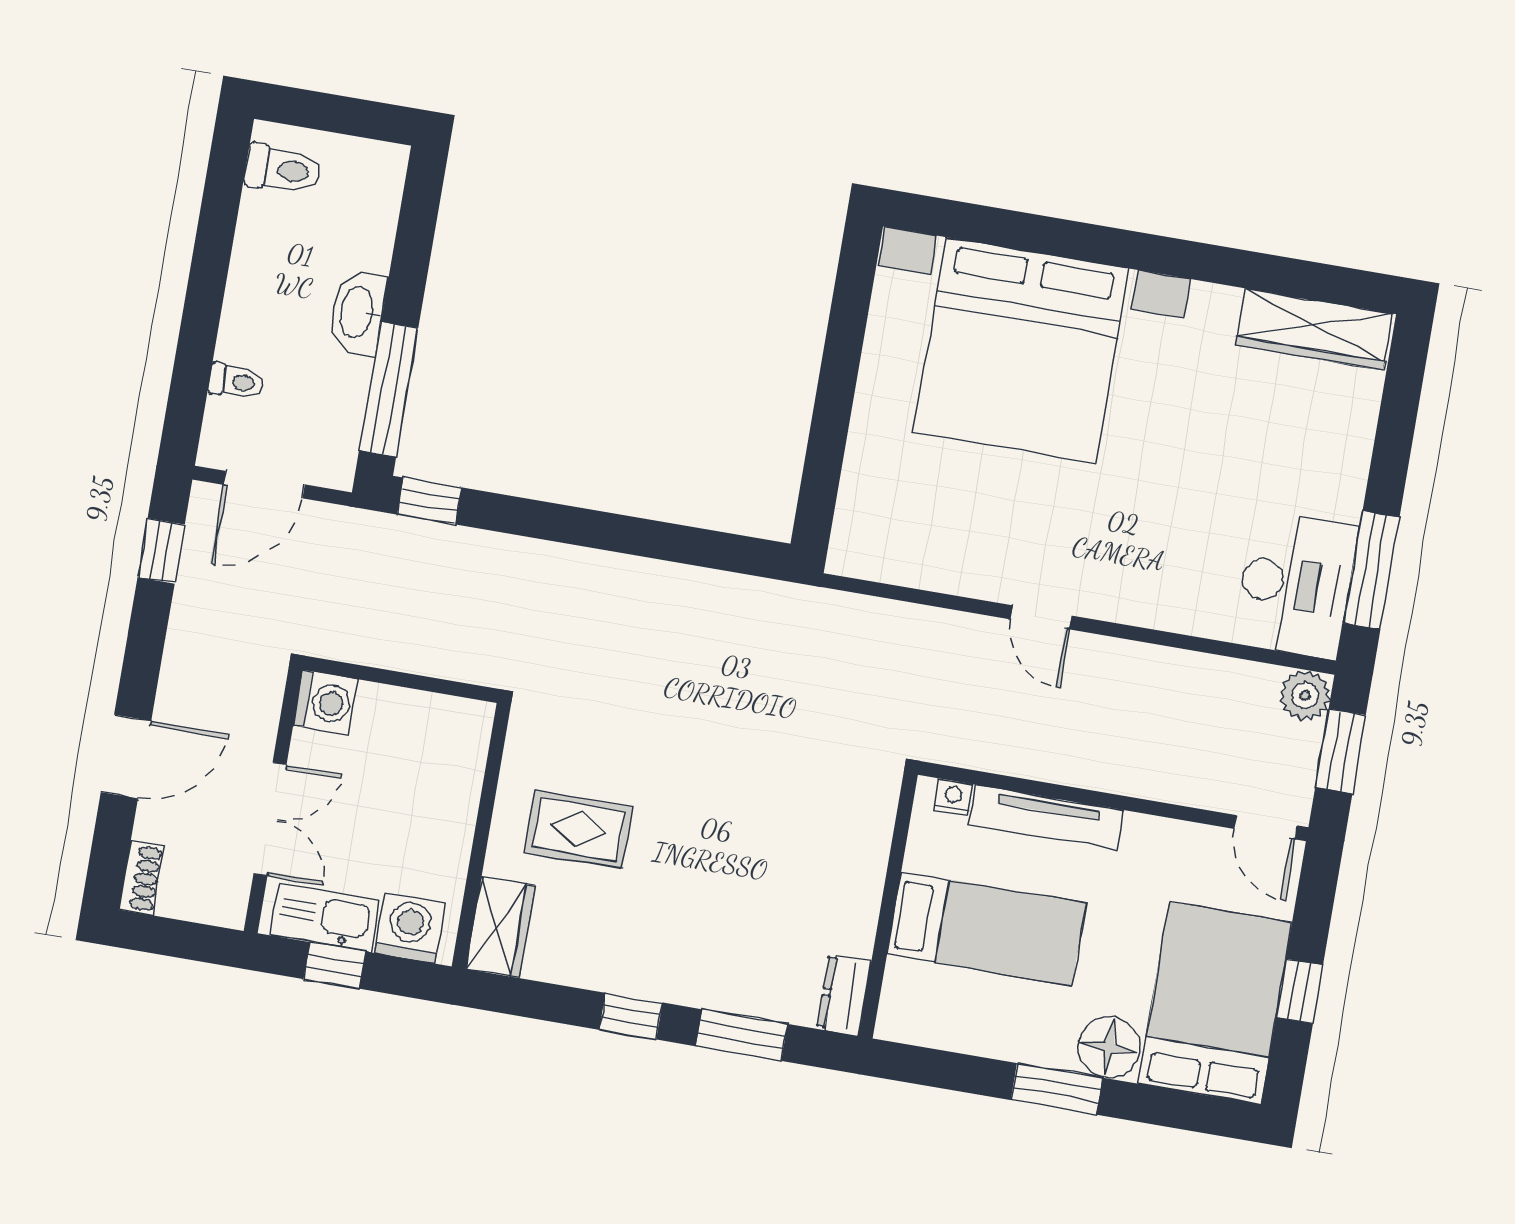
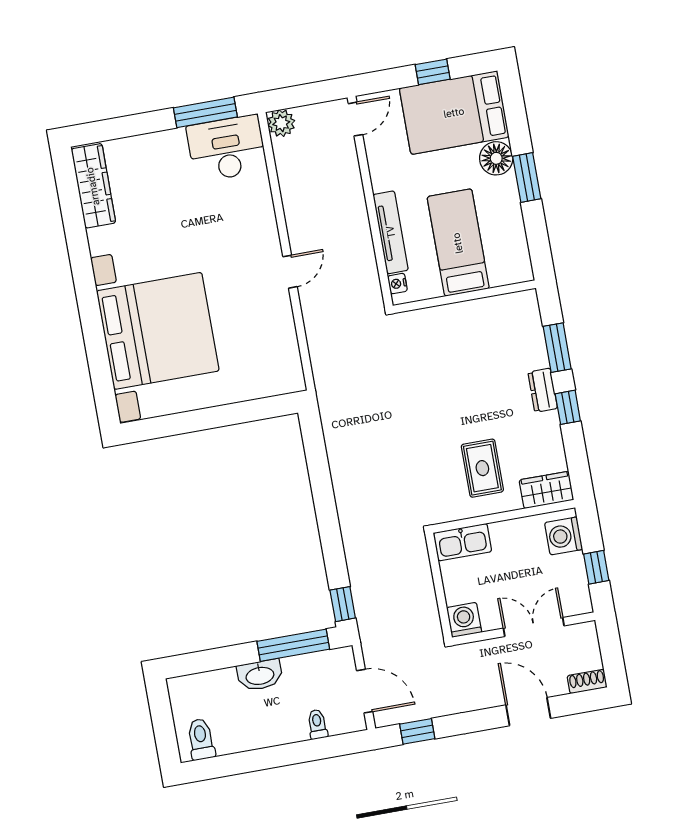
window: (1340, 751) -> (303, 95), removed
kitchen sink: (325, 918) -> (462, 542), moved, turned -90
dresser: (844, 995) -> (543, 390), moved, turned 90

